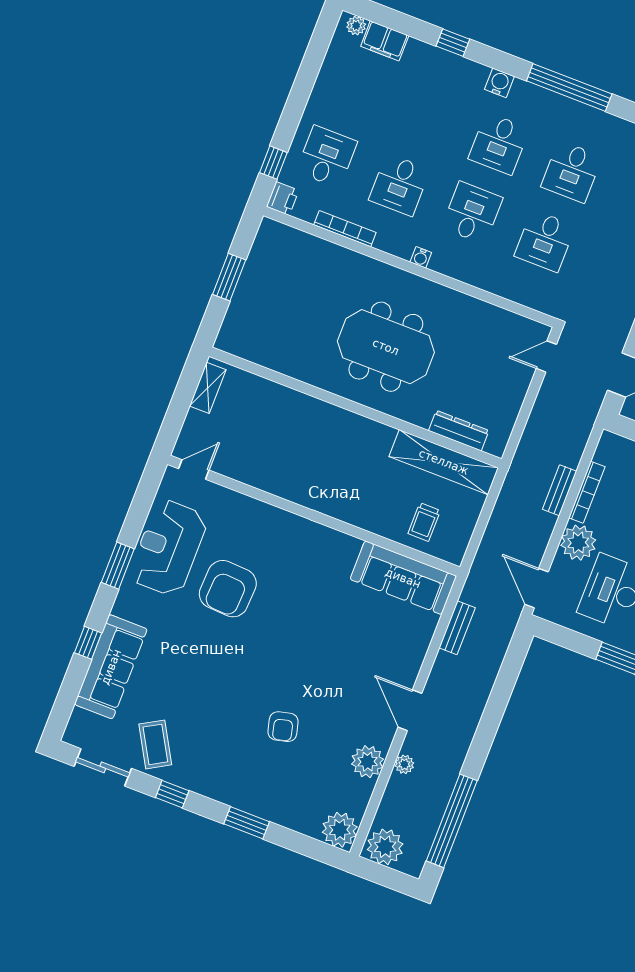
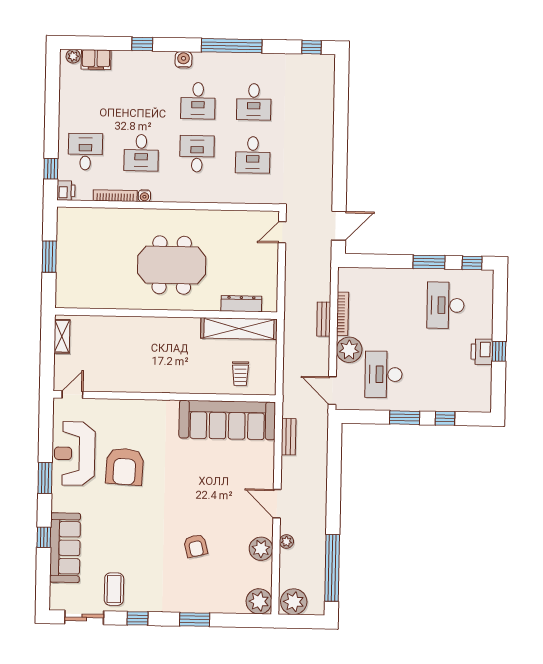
water cooler: (421, 257) -> (144, 196), moved
sofa: (403, 578) -> (227, 420), width x1.36, depth x1.27
coffee table: (155, 744) -> (114, 589), turned 30

